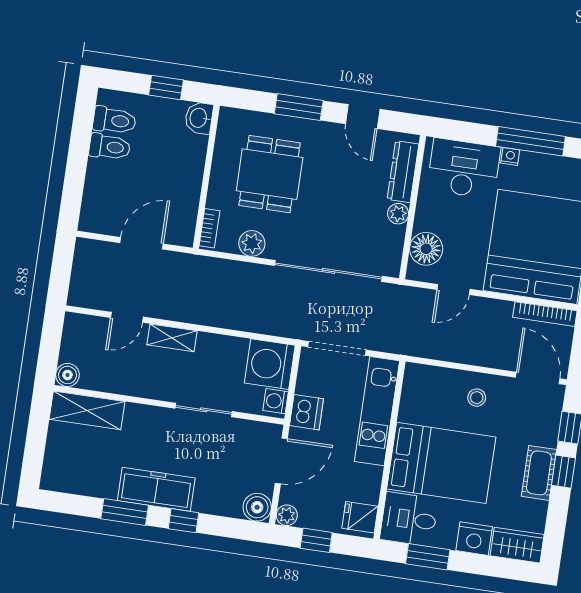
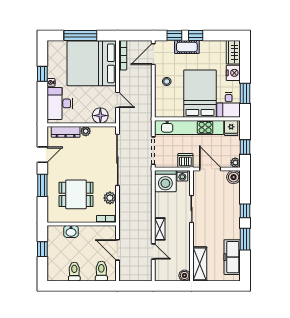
washbasin: (199, 118) -> (71, 232), moved
toilet: (114, 120) -> (101, 271), moved
window: (531, 141) -> (42, 74), width x0.46
kitchen unit: (377, 411) -> (189, 127), width x1.36
cot: (539, 473) -> (187, 47), moved
freezer: (156, 489) -> (232, 257), moved

